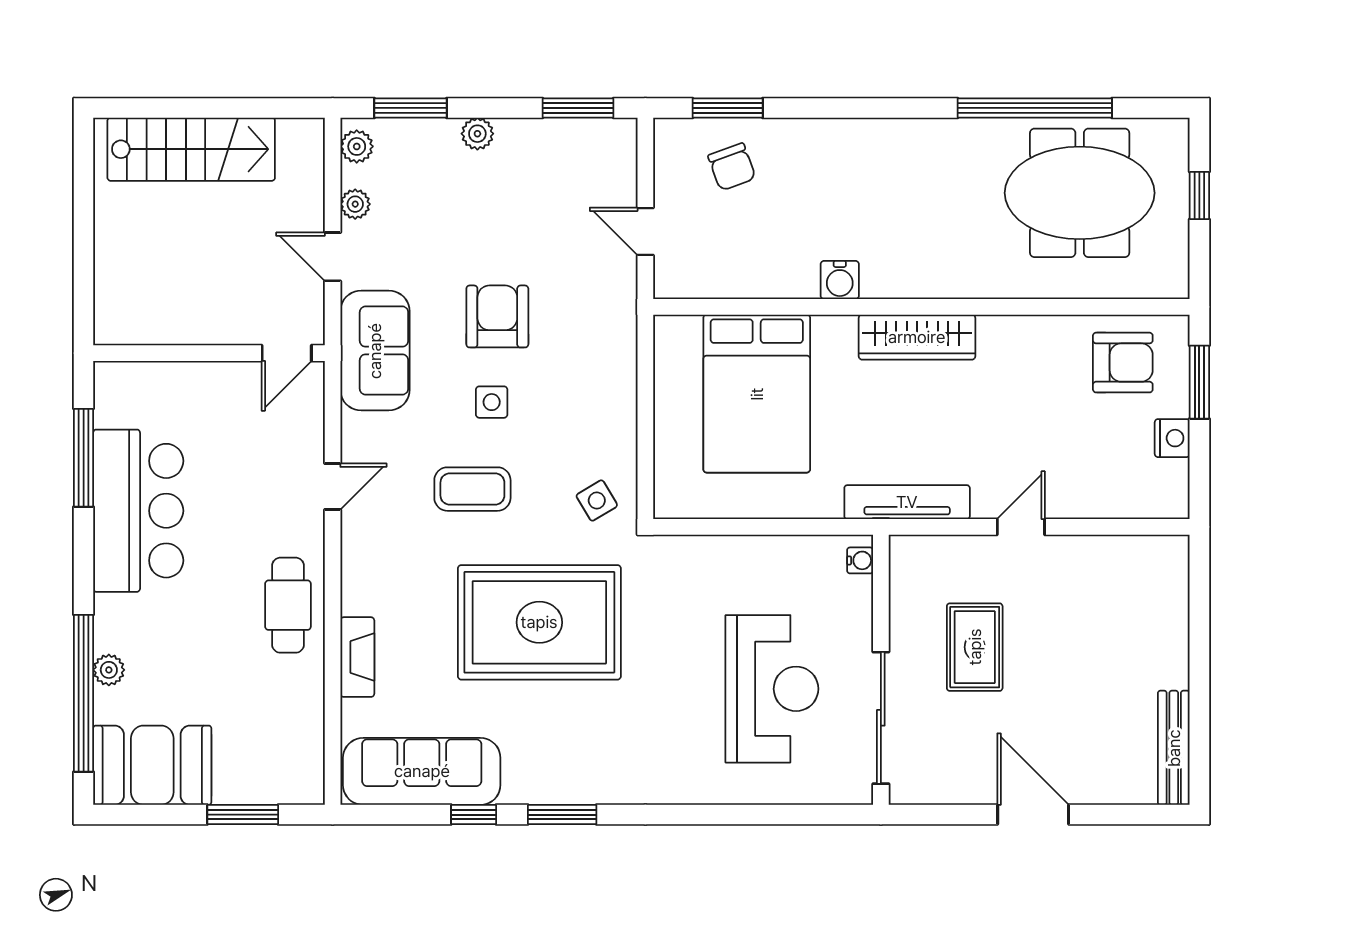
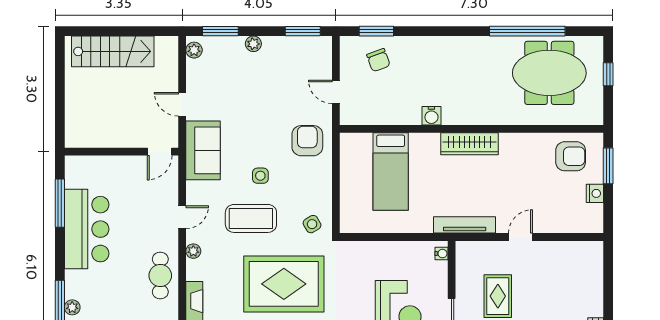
plant: (355, 204) -> (193, 251), moved
armchair: (497, 316) -> (307, 141), moved
bed: (757, 394) -> (391, 171), width x0.67
coffee table: (472, 489) -> (251, 218), width x1.36, depth x1.32

